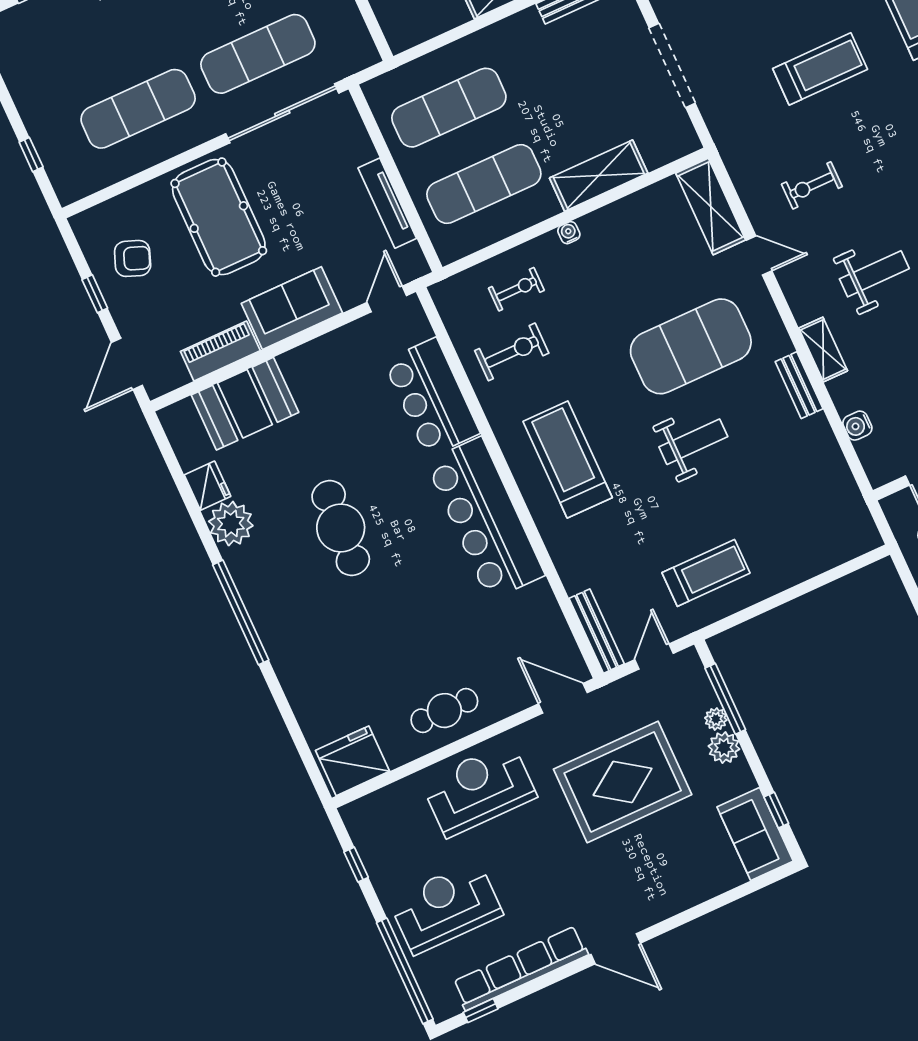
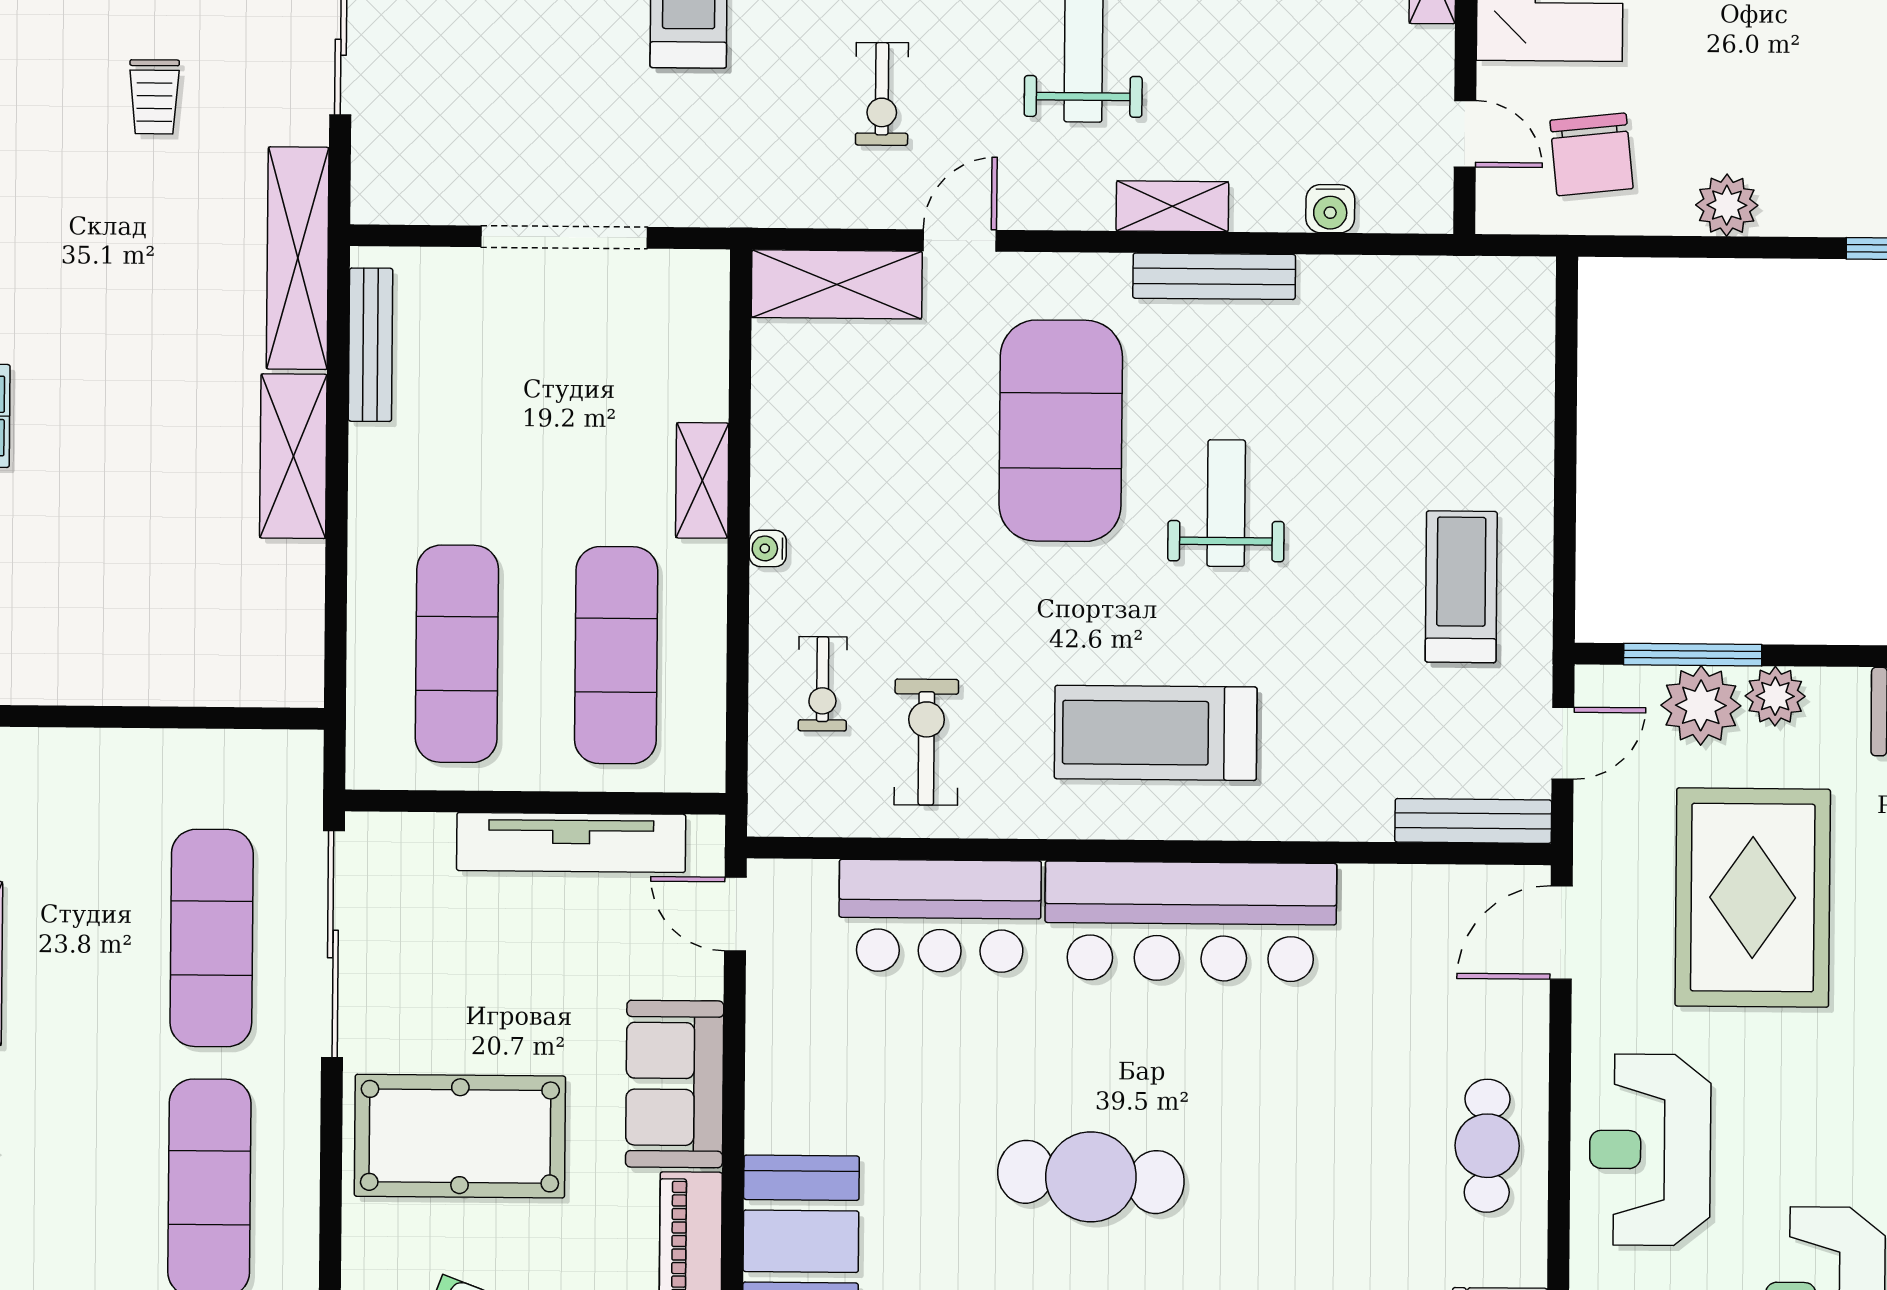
shelving: (599, 176) -> (702, 480), width x0.67, depth x0.75
tv unit: (387, 203) -> (571, 842), width x1.36, depth x1.29
exercise bike: (516, 289) -> (823, 684), turned 180
bench: (799, 385) -> (1214, 276), width x1.36
door: (654, 657) -> (1563, 743), swing flipped
plant: (716, 719) -> (1701, 705), width x1.87, depth x1.87

